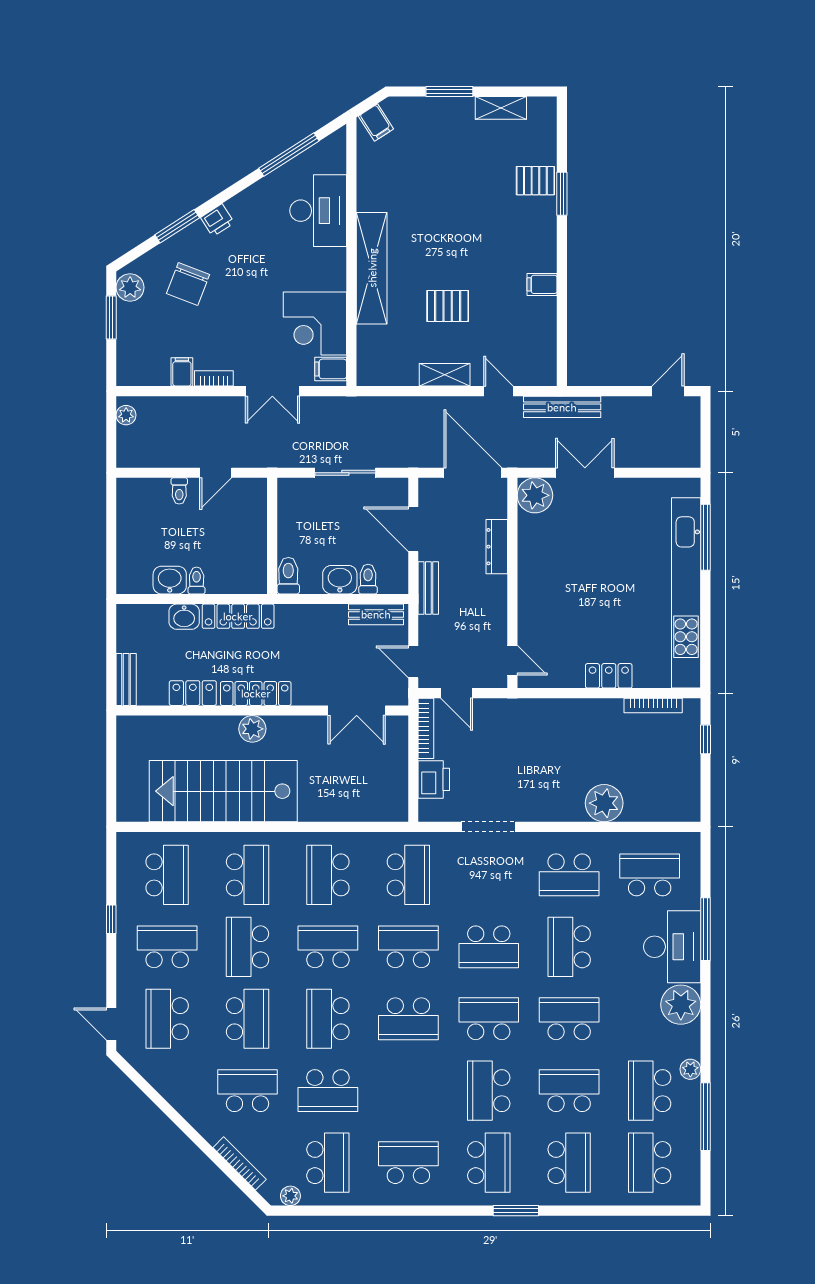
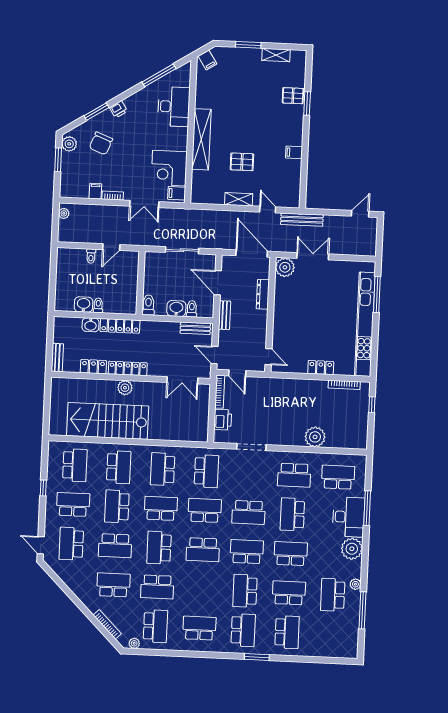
school desk: (248, 1019) -> (115, 546), turned 90
school desk: (650, 1163) -> (331, 634), removed

